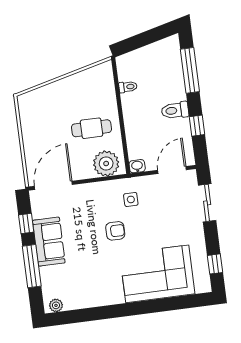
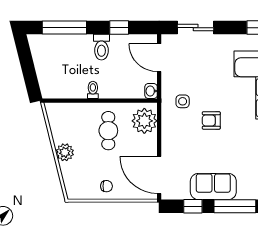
plant: (64, 87) -> (65, 152), added
toilet: (128, 87) -> (93, 90), moved
chair: (35, 134) -> (107, 186), added
armchair: (115, 231) -> (211, 120), turned -90

